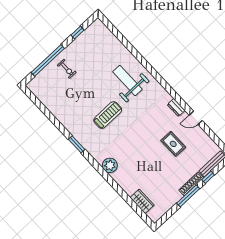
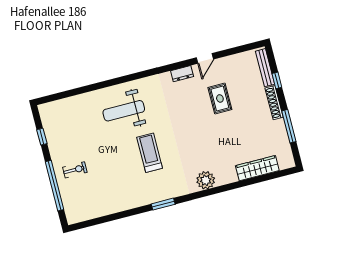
rug: (173, 144) -> (220, 98), turned 90
window: (188, 196) -> (289, 126), moved
wardrobe: (142, 201) -> (257, 168), width x1.50

